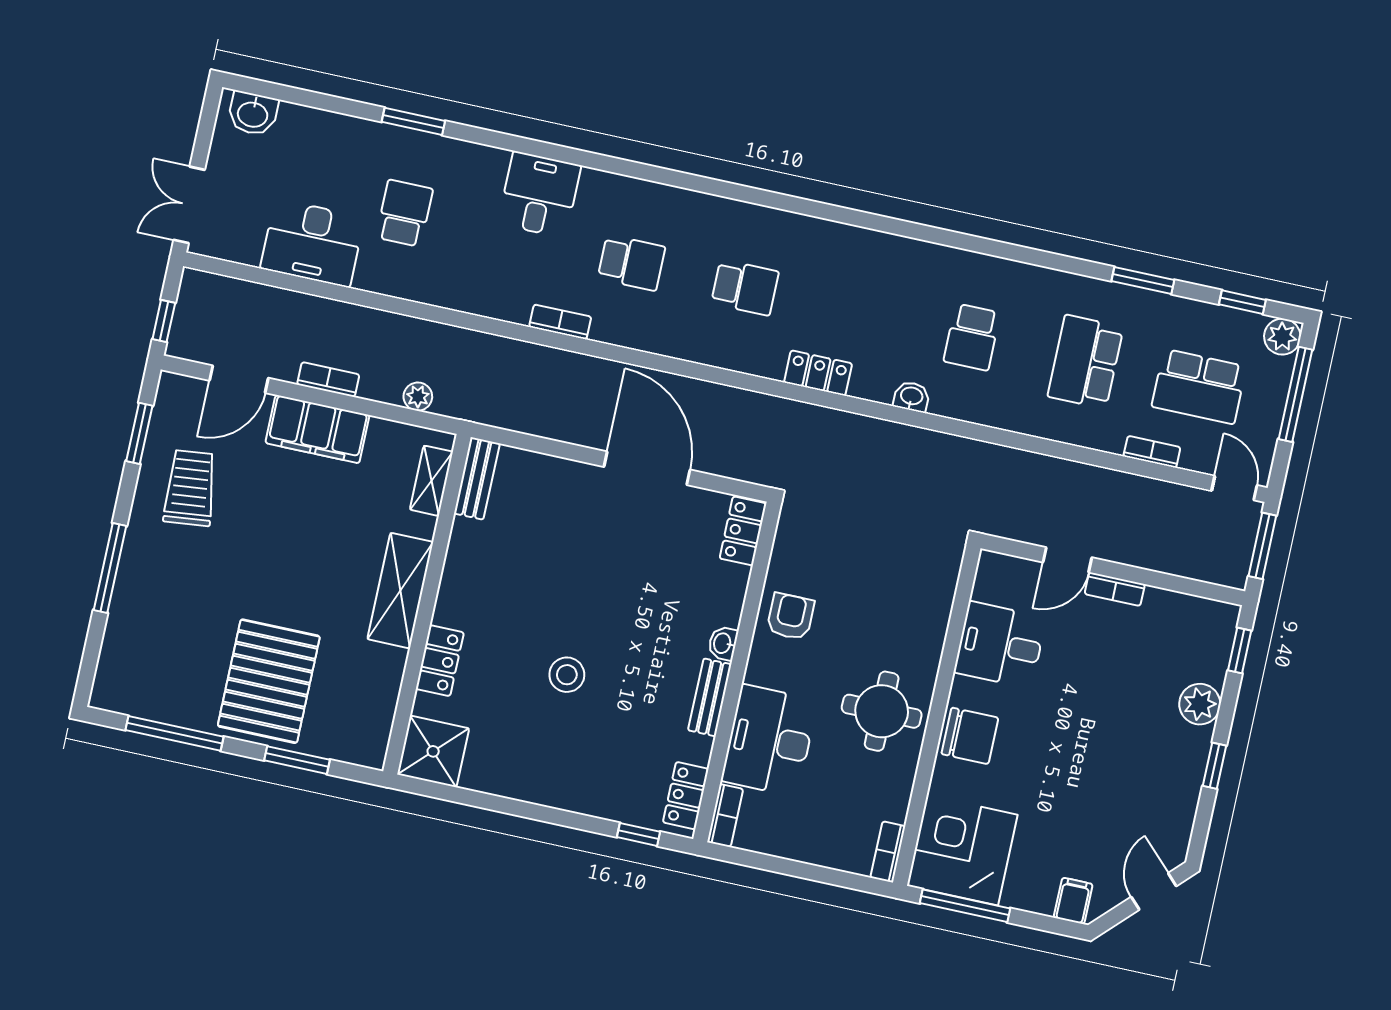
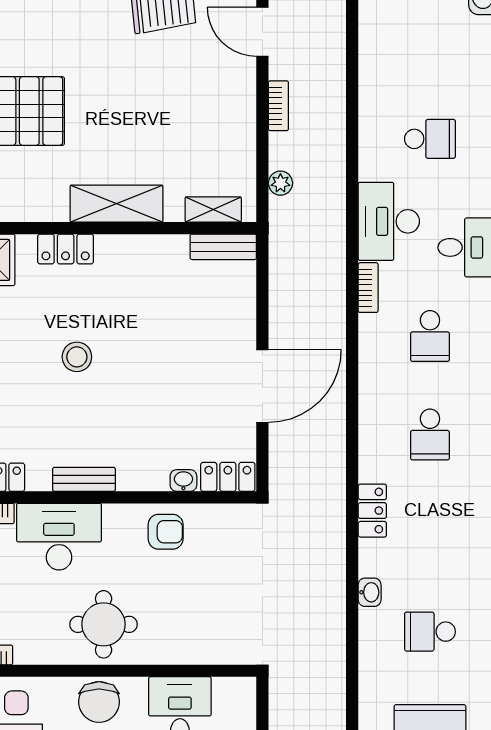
desk: (312, 243) -> (389, 221), moved
filing cabinet: (317, 429) -> (235, 106), removed
washbasin: (723, 643) -> (183, 481), moved

